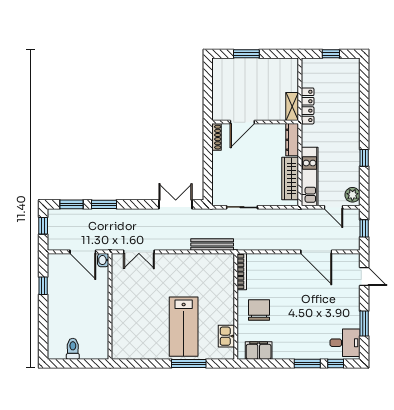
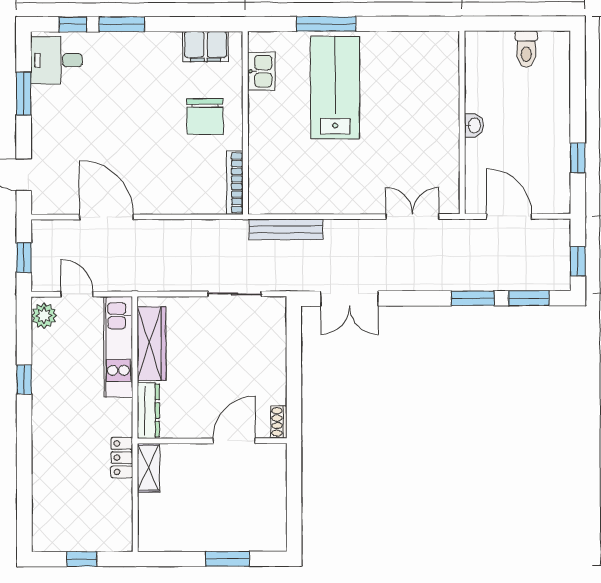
locker: (308, 106) -> (122, 458), width x0.66
shoe rack: (217, 137) -> (279, 422), width x0.70
washbasin: (103, 260) -> (474, 126), moved

